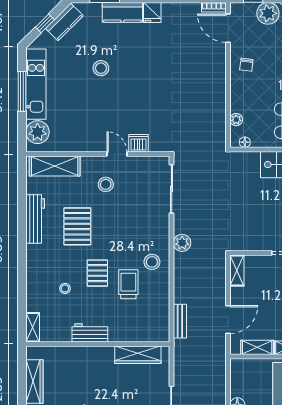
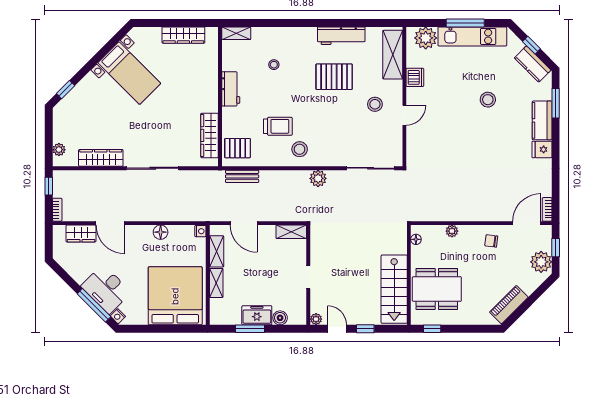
plant: (236, 120) -> (452, 231), moved
dishwasher: (139, 143) -> (415, 77), moved
pallet: (97, 273) -> (238, 148), moved
nightstand: (236, 364) -> (200, 231), added

